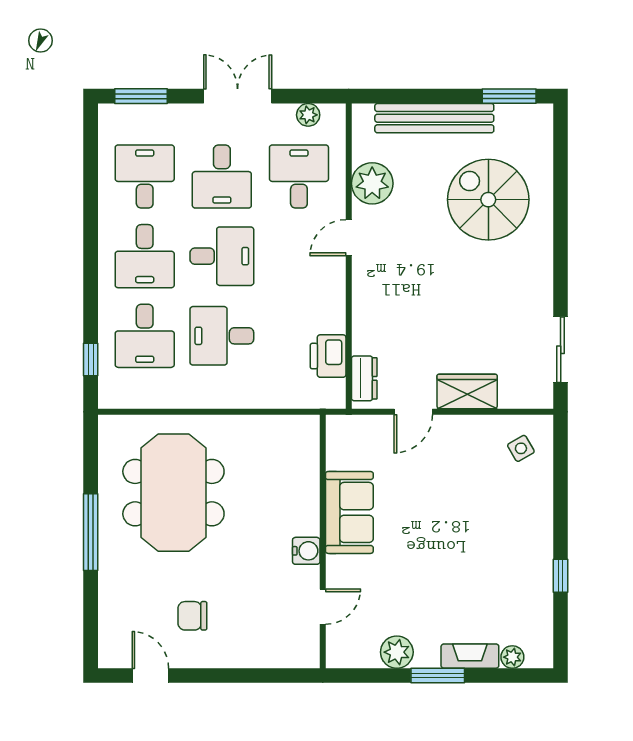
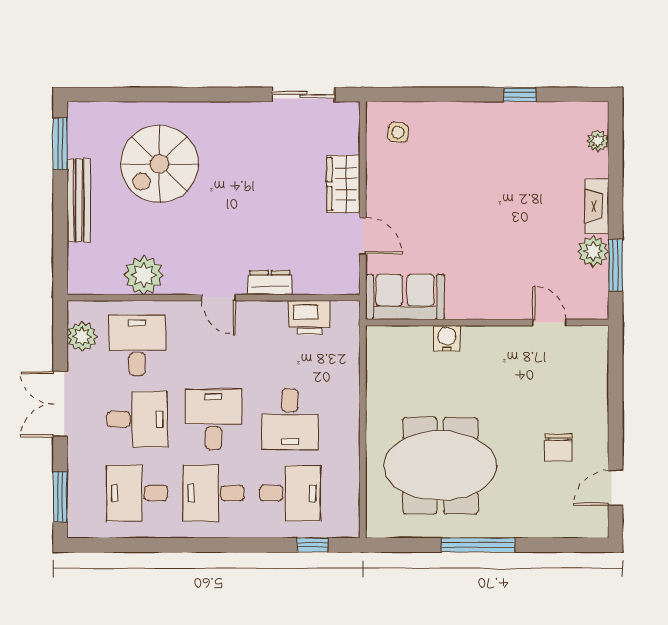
plant: (308, 115) -> (82, 336), width x1.38, depth x1.38
bench: (434, 118) -> (79, 200), width x0.73, depth x0.82
desk: (299, 177) -> (137, 345), turned 90
door: (349, 238) -> (218, 298), moved
desk: (145, 256) -> (214, 493), turned 180
dresser: (364, 378) -> (270, 283), moved
side table: (521, 448) -> (398, 133), turned 36
sofa: (349, 512) -> (405, 297), moved
water cooler: (306, 551) -> (447, 338), moved
fireplace: (470, 656) -> (597, 206), moved
window: (438, 676) -> (616, 265), moved

